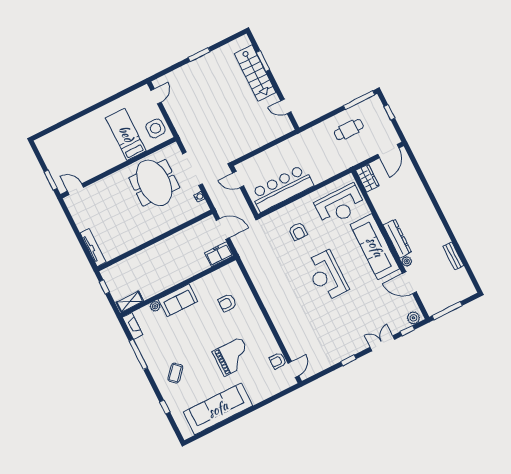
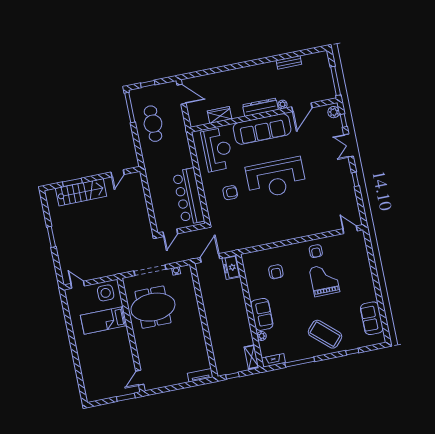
cafe table: (349, 130) -> (153, 124), width x1.37, depth x1.35
wardrobe: (367, 178) -> (220, 115), moved
tv unit: (93, 248) -> (200, 375), width x0.71
reception desk: (327, 276) -> (276, 178), width x1.36, depth x1.30
armchair: (278, 361) -> (316, 251), moved
coffee table: (175, 373) -> (325, 334), width x1.86, depth x1.72
sofa: (218, 409) -> (372, 318), width x0.54, depth x0.79

